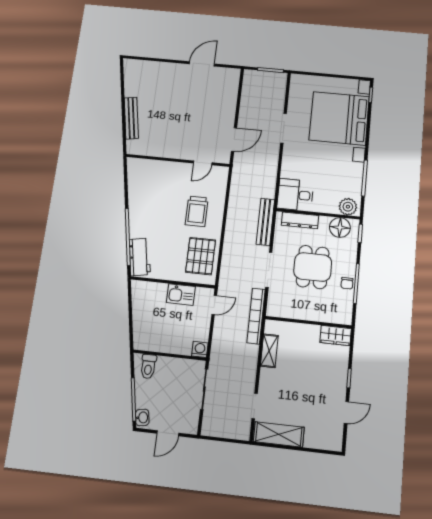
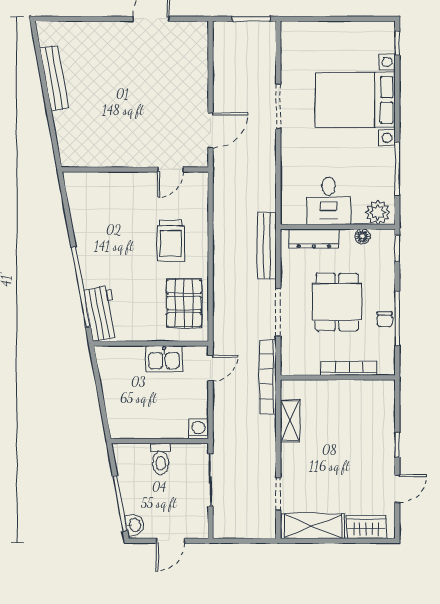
bench: (131, 118) -> (54, 78), moved
bed with nightstands: (339, 118) -> (355, 100), width x0.73
desk: (295, 195) -> (329, 201), moved, turned -90
floor lamp: (340, 227) -> (362, 236), width x0.53, depth x0.53
bookcase: (317, 316) -> (349, 368), added
wardrobe: (336, 336) -> (366, 527), moved, turned 180
toilet: (148, 366) -> (161, 459), moved

